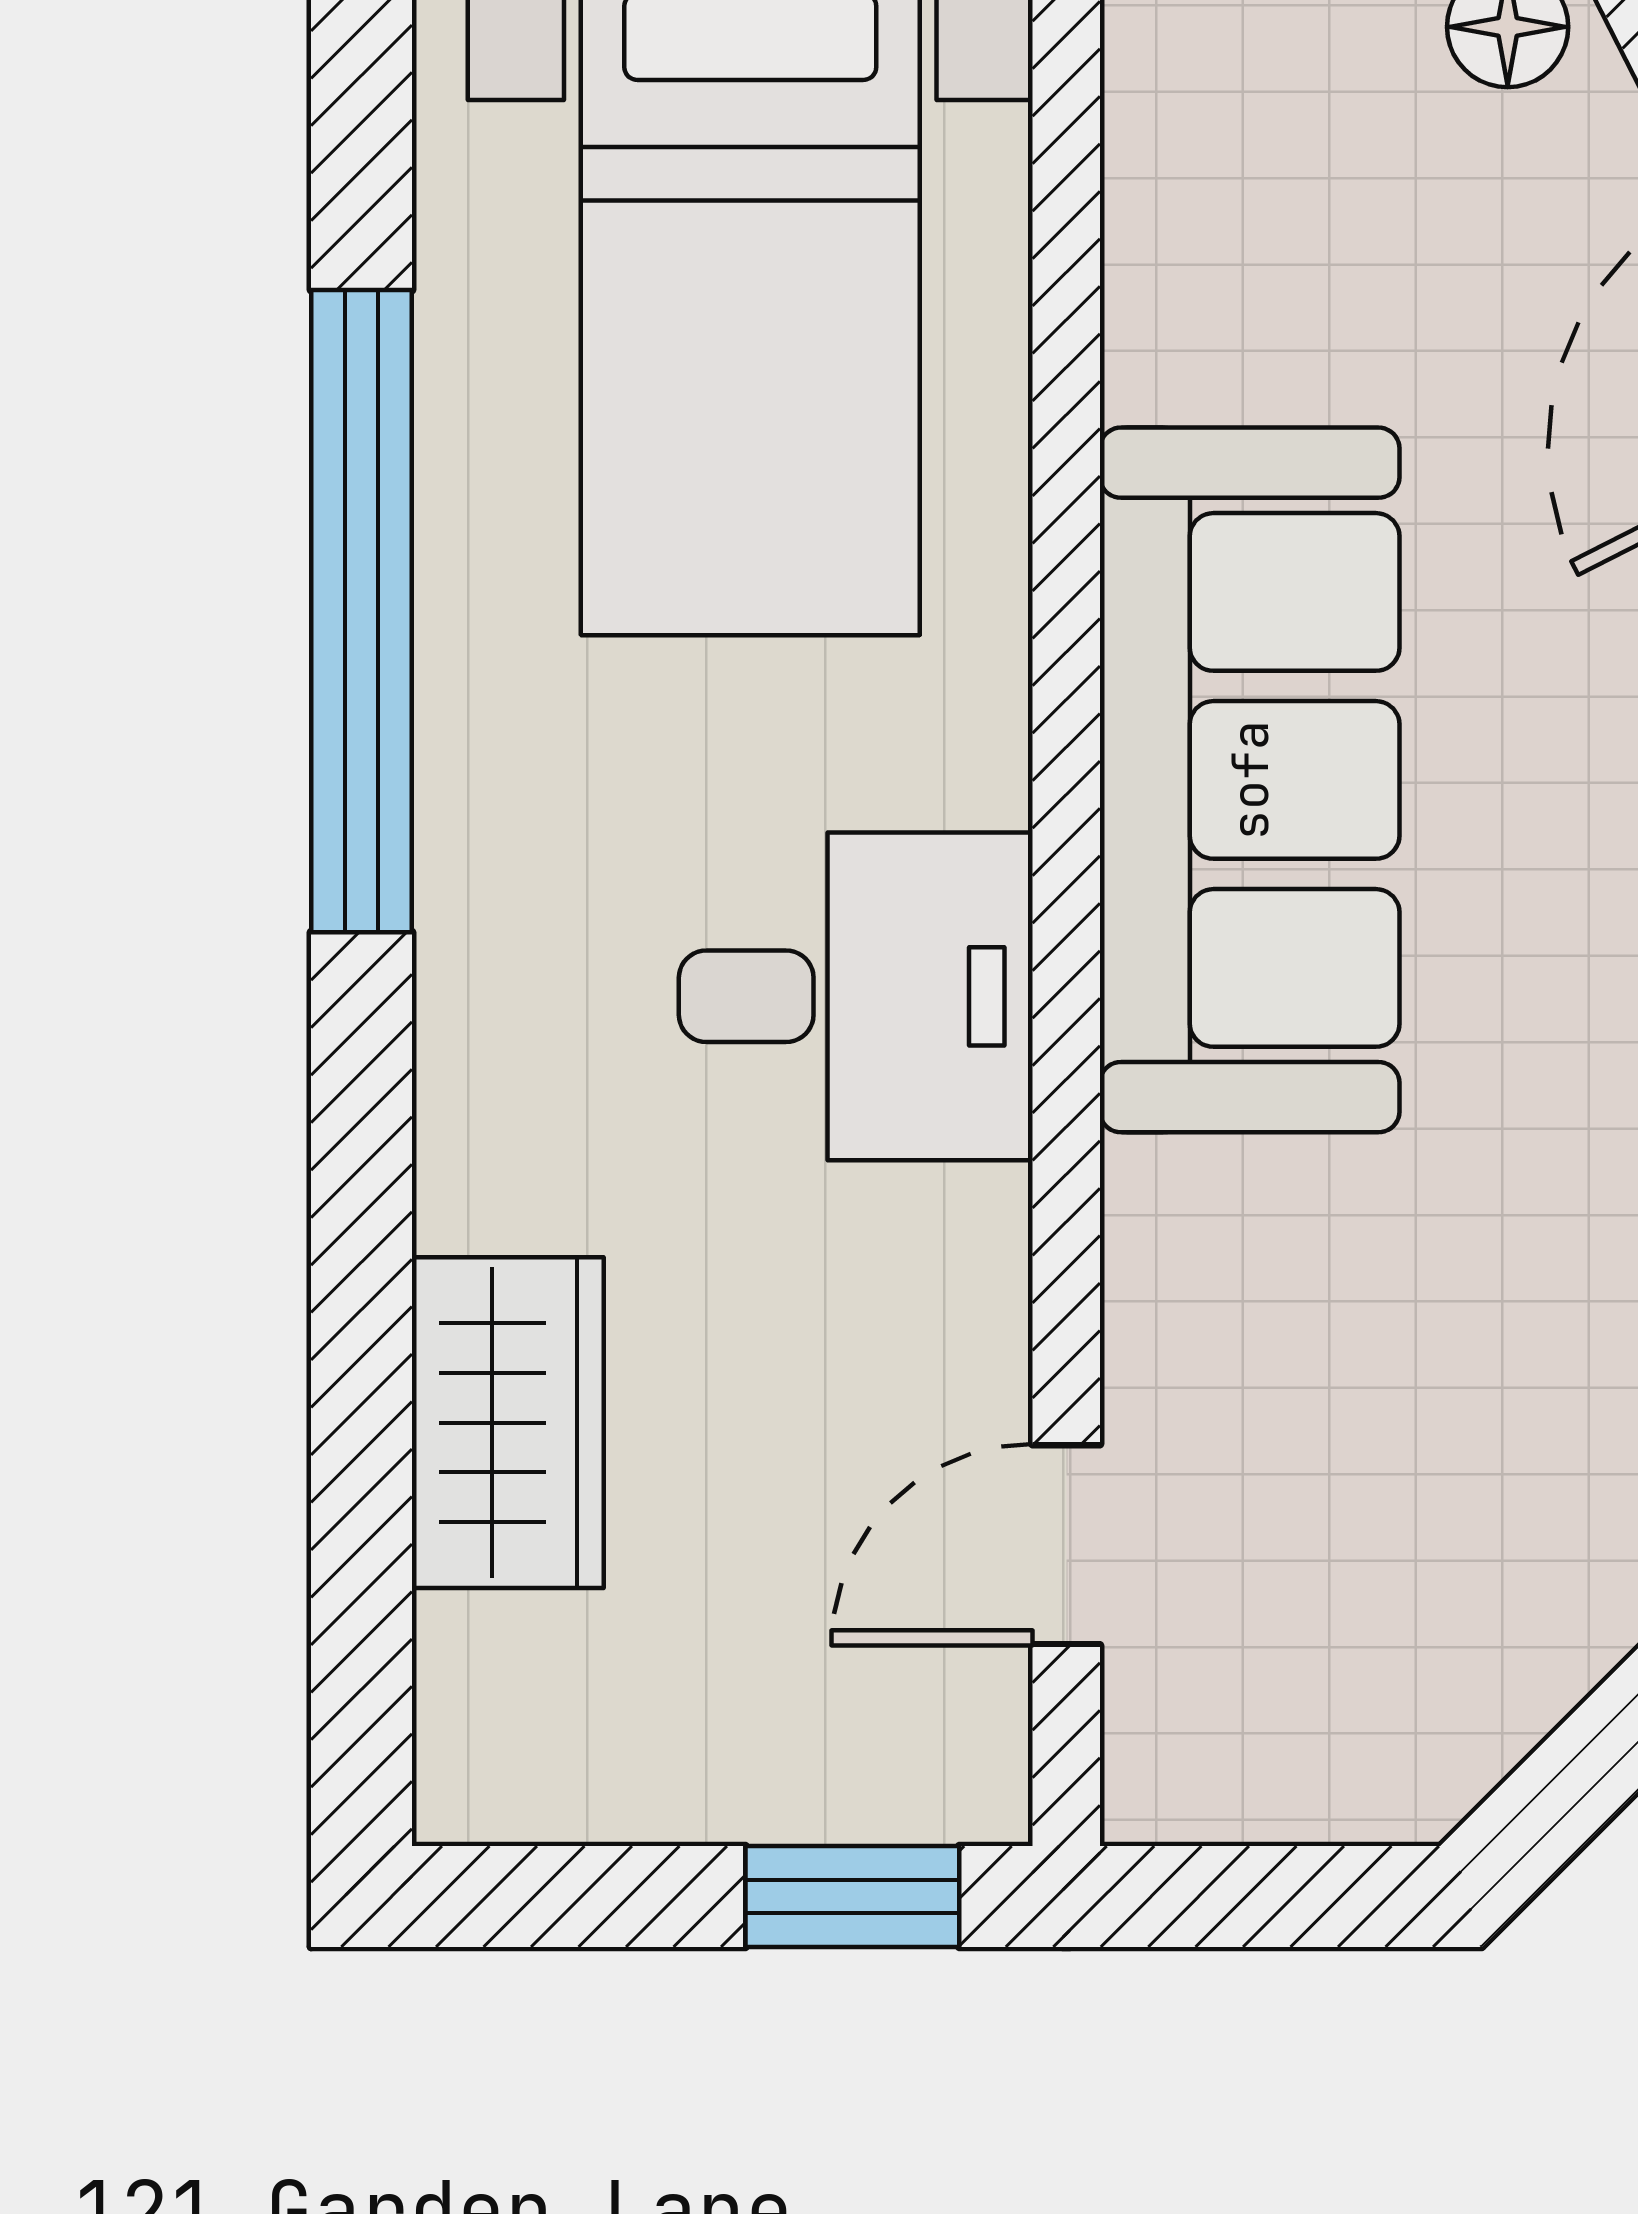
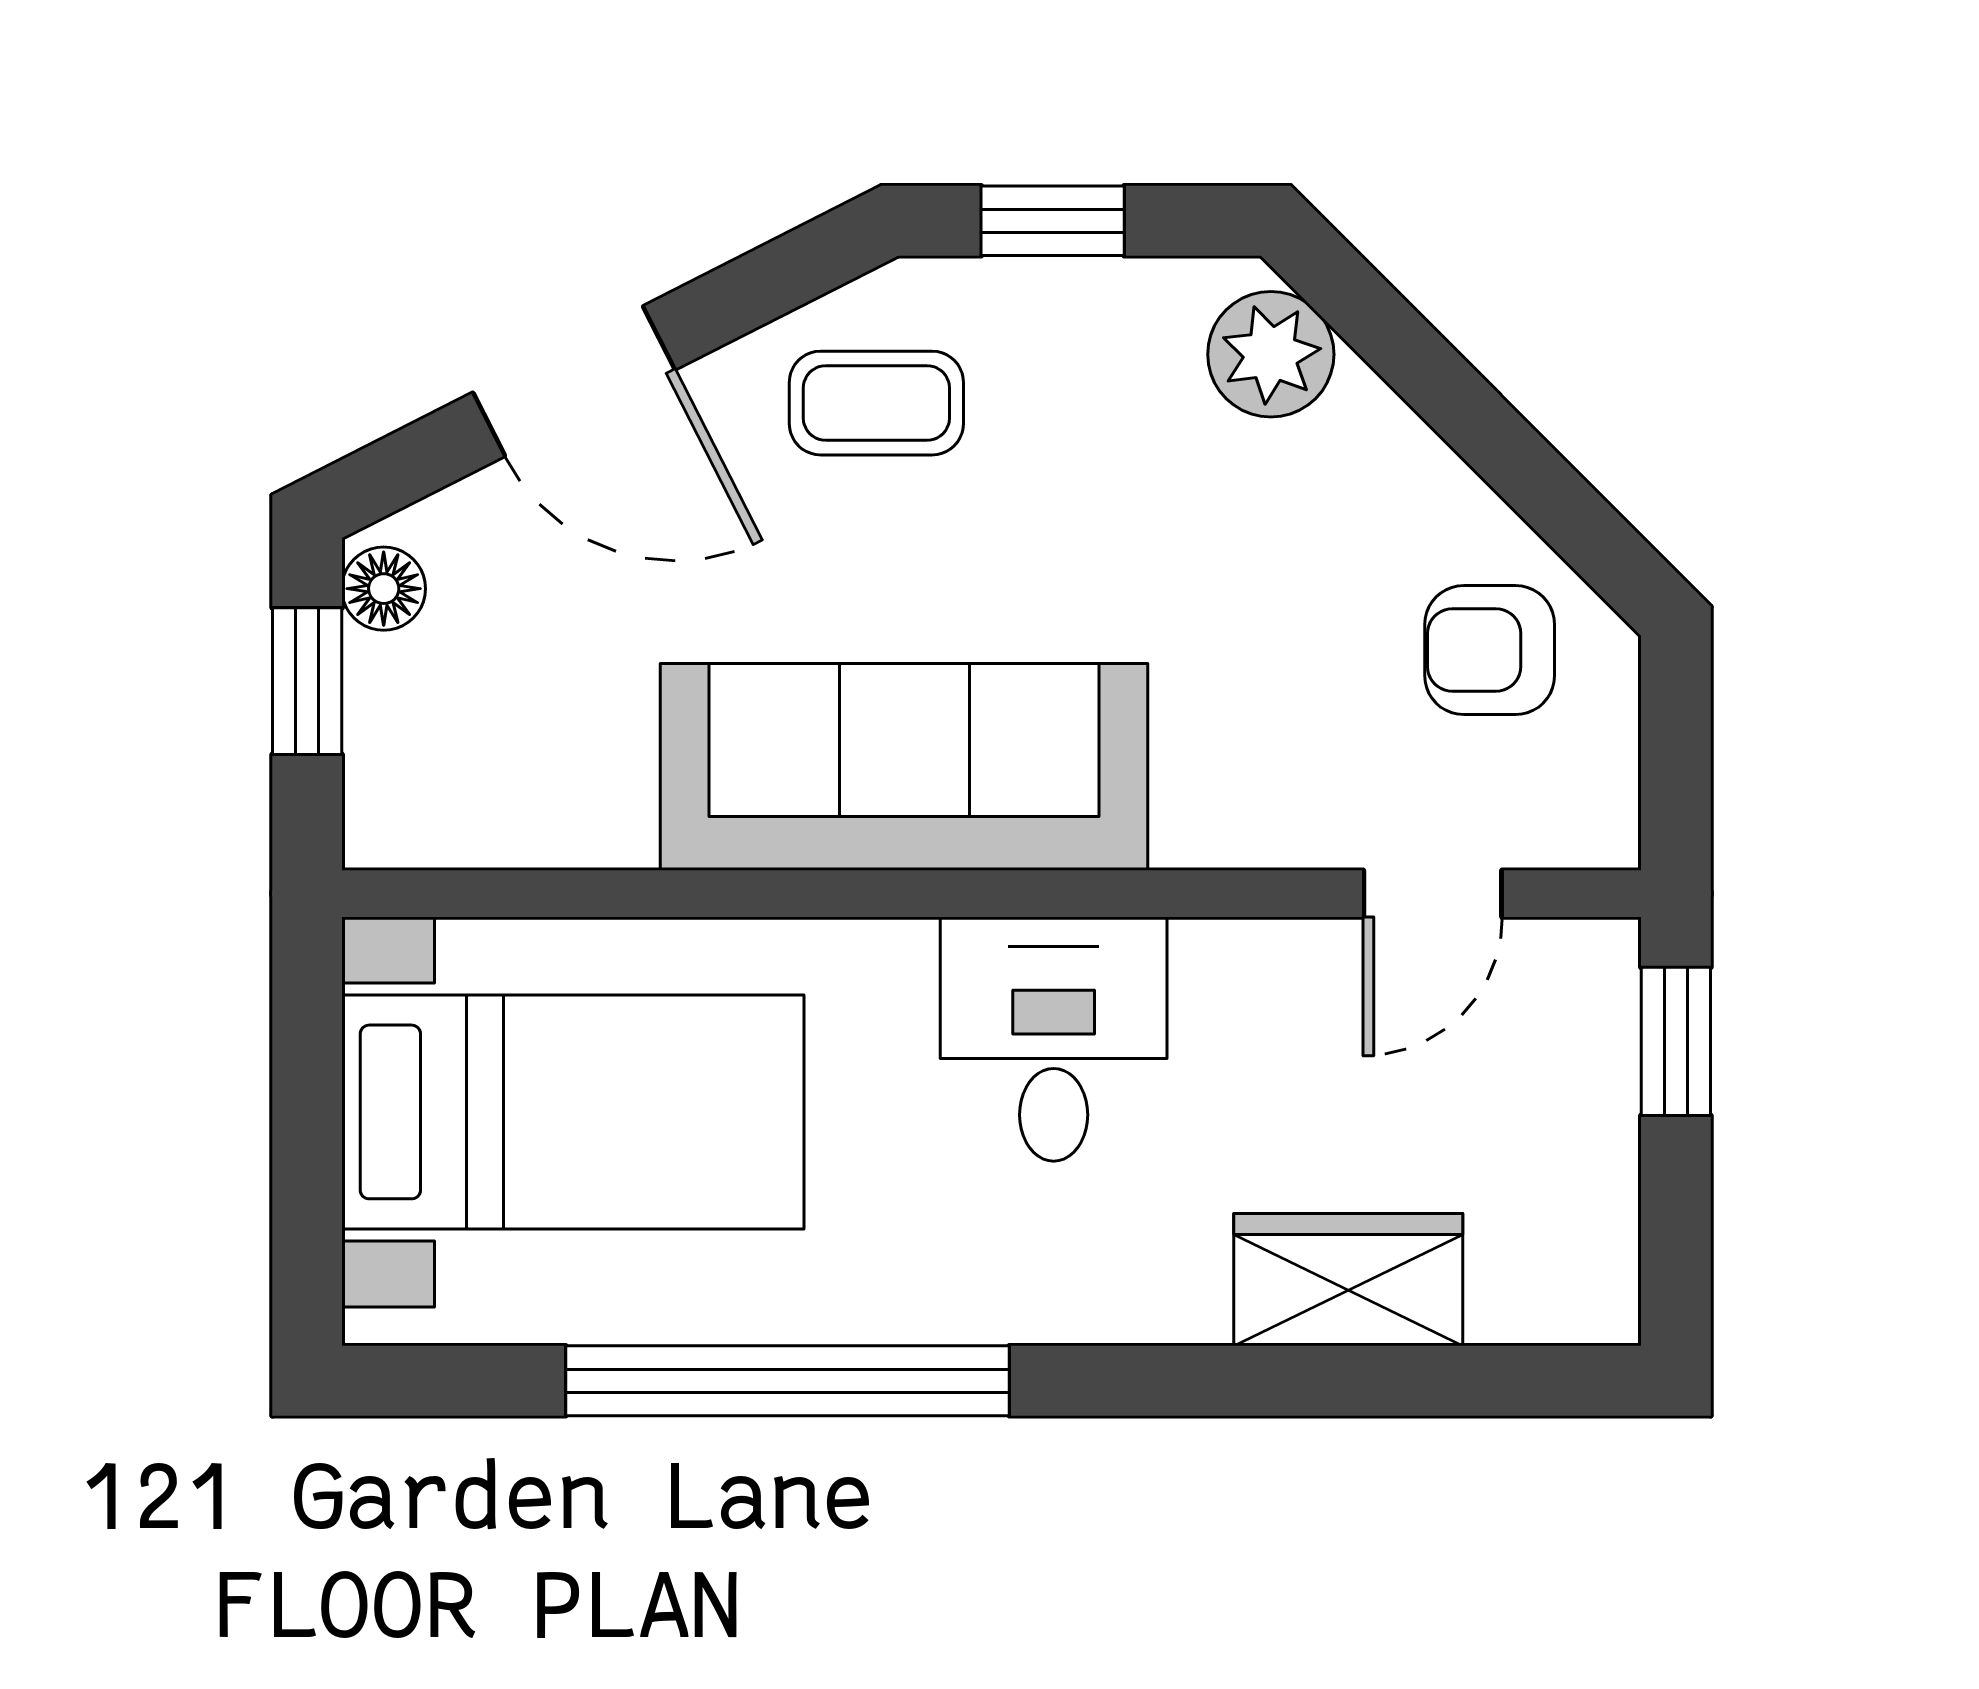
door: (1066, 1545) -> (1433, 894), hinge flipped
armchair: (1419, 1627) -> (1490, 650), added

